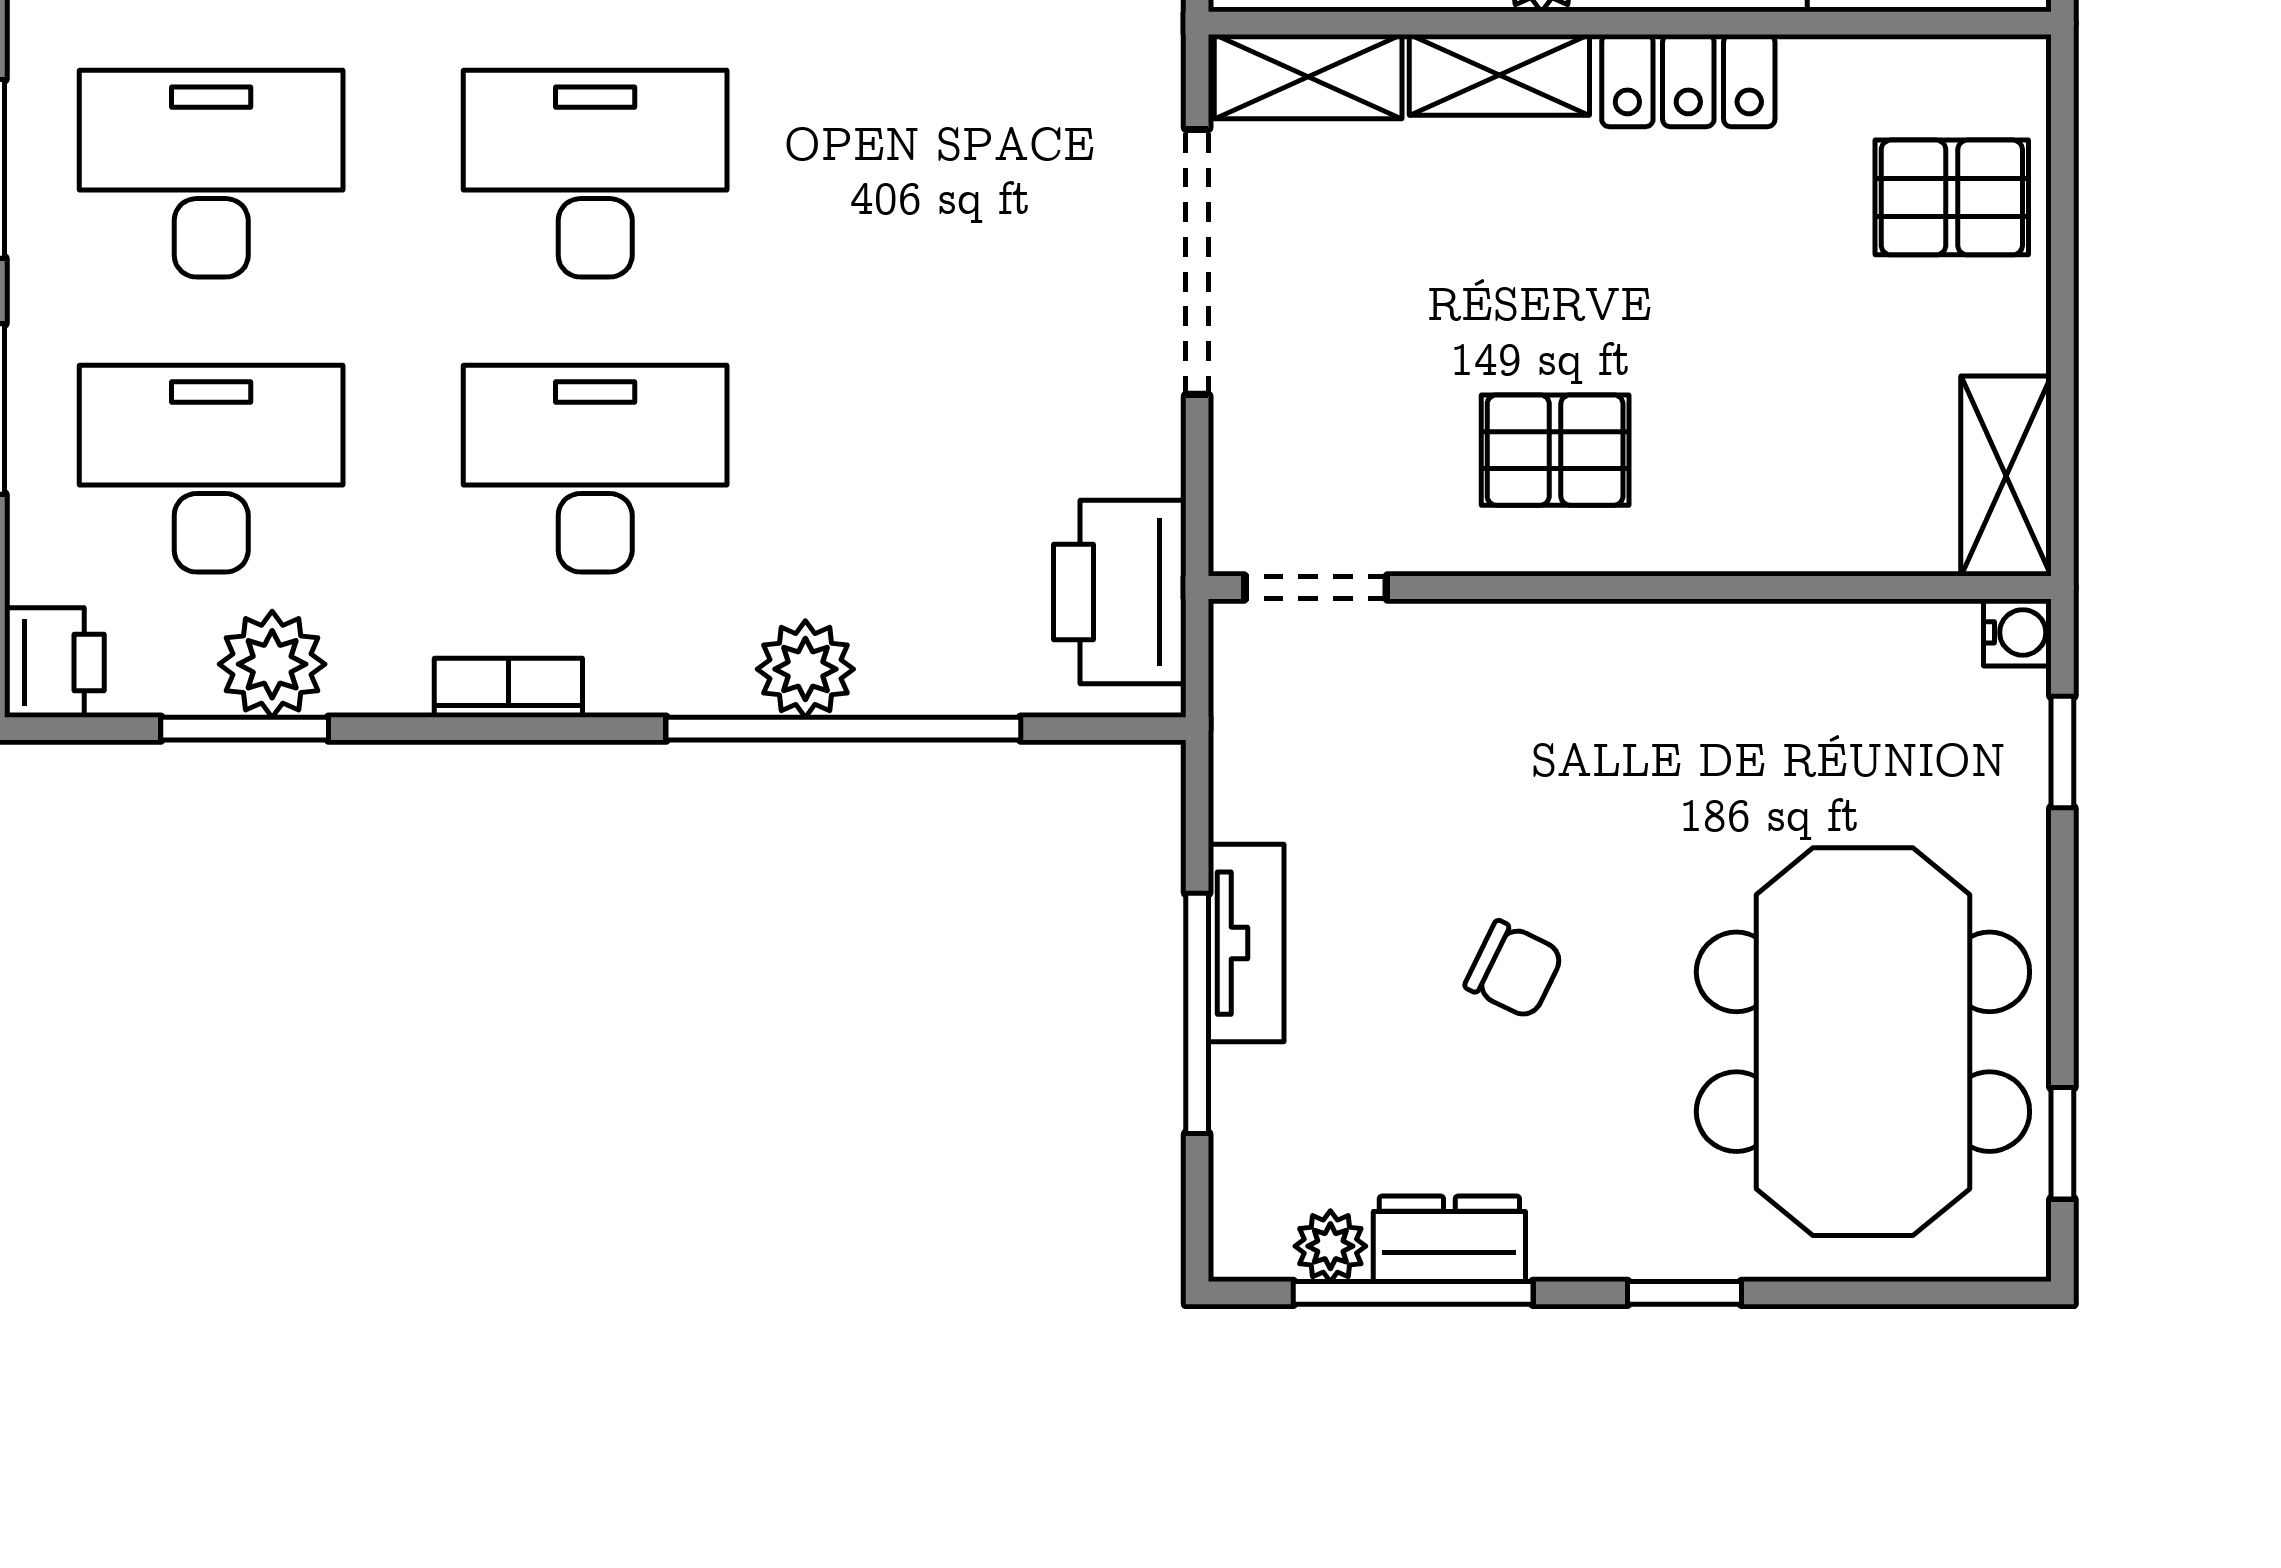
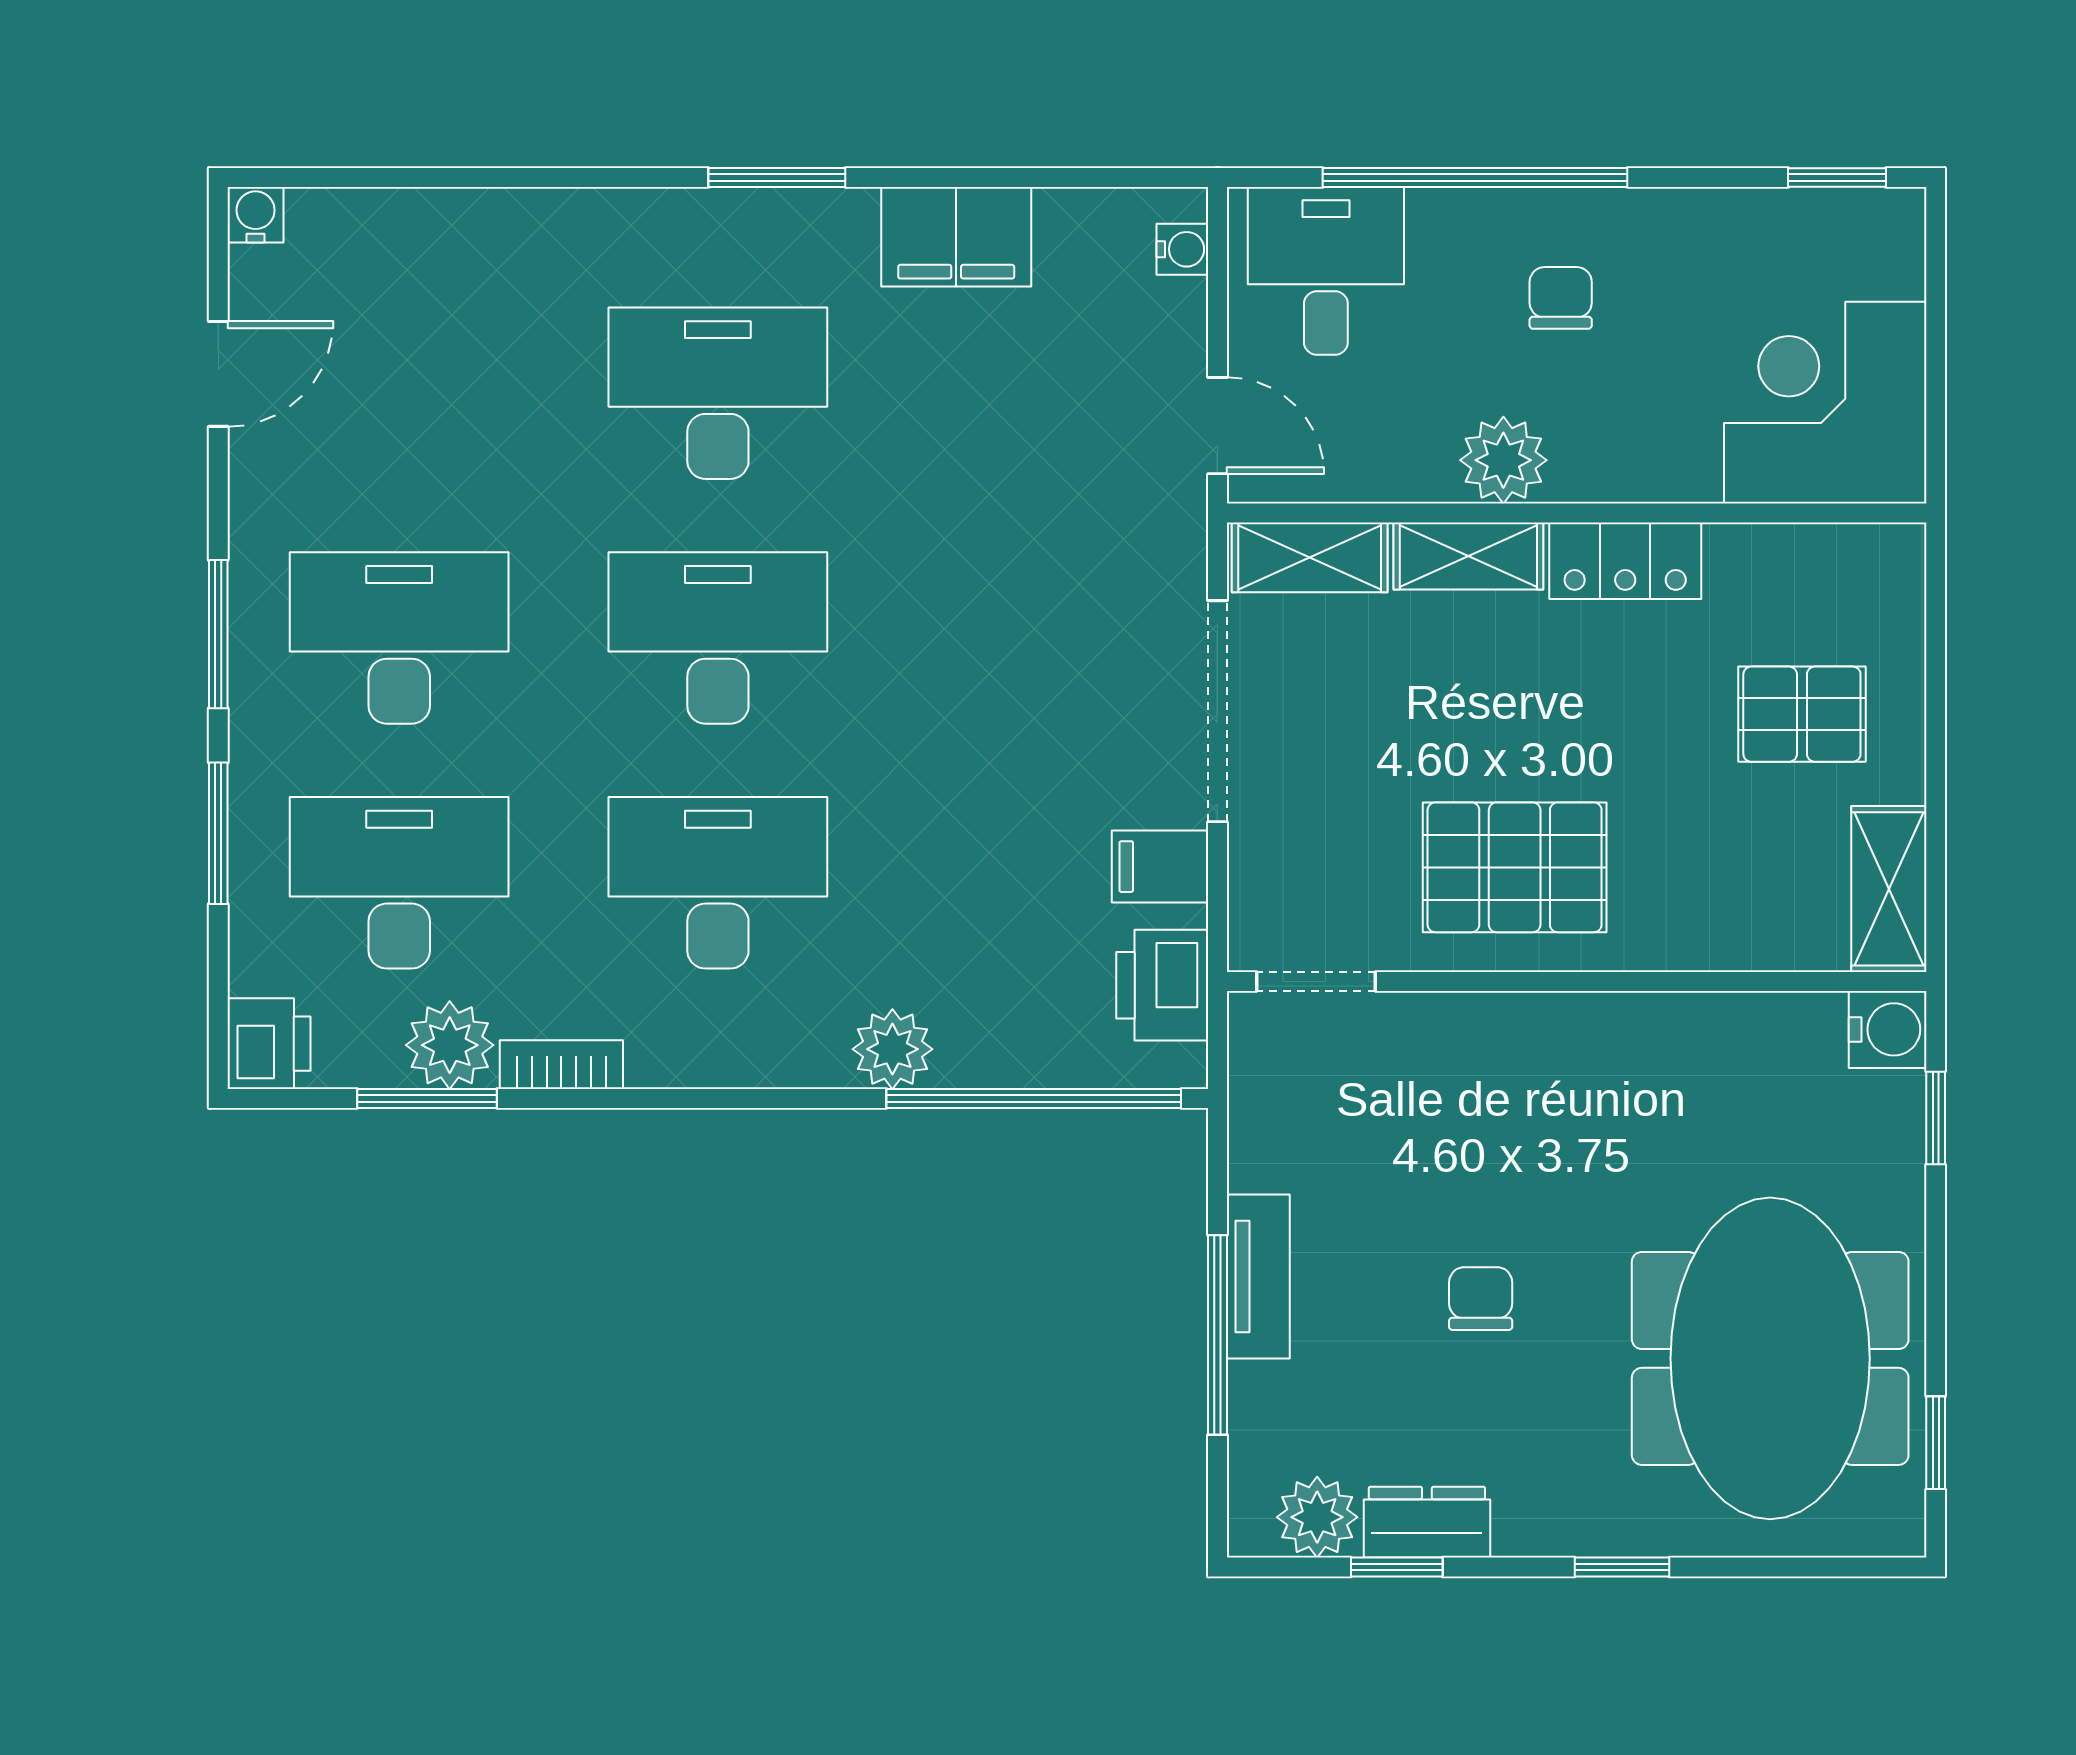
pallet: (1952, 197) -> (1802, 714), moved
filing cabinet: (1128, 449) -> (1160, 867), added
pallet: (1555, 450) -> (1515, 867), width x1.50, depth x1.42
printer: (1120, 592) -> (1162, 985), width x0.73, depth x0.84
water cooler: (2017, 632) -> (1888, 1029), width x1.38, depth x1.38
bookcase: (508, 688) -> (561, 1065), moved
window: (843, 729) -> (1034, 1099), moved
chair: (1514, 970) -> (1481, 1299), turned -116
plant: (1330, 1246) -> (1317, 1517), width x1.38, depth x1.38
window: (1413, 1293) -> (1397, 1567), width x0.46

